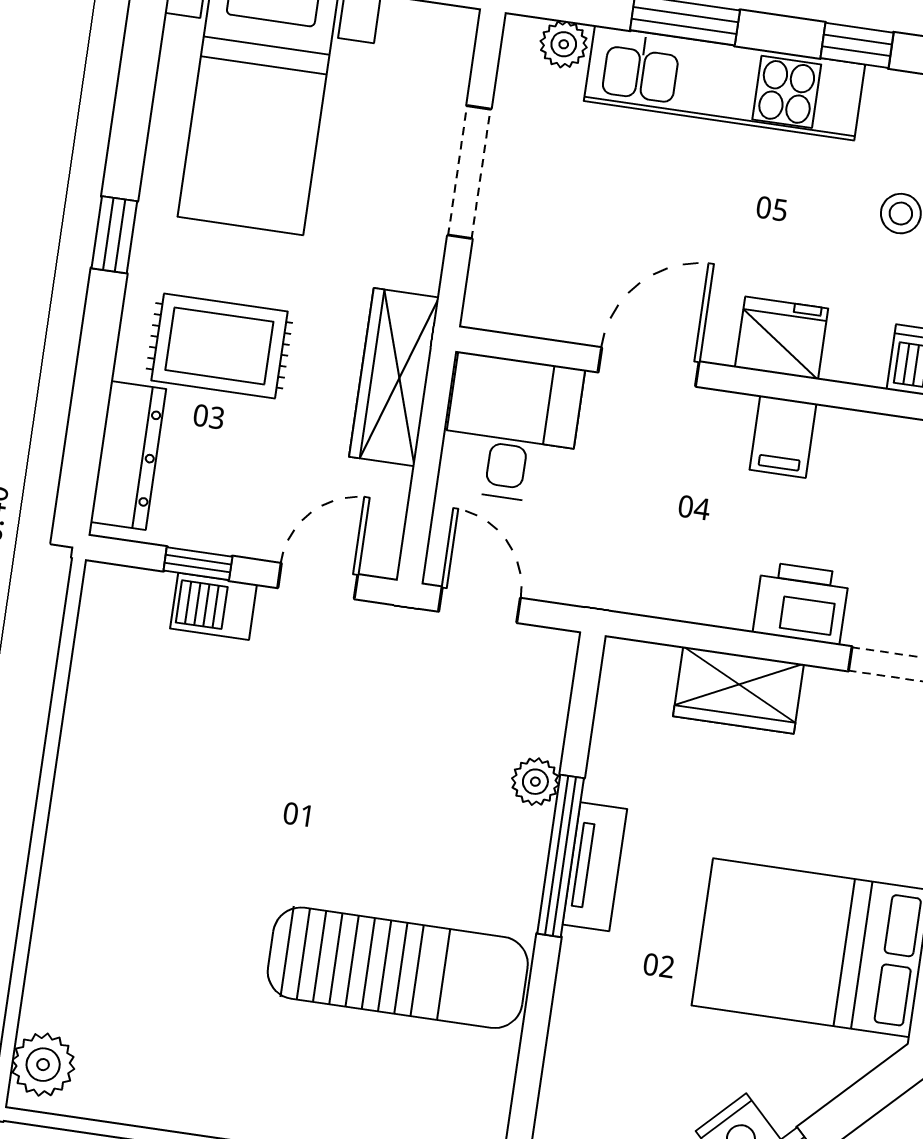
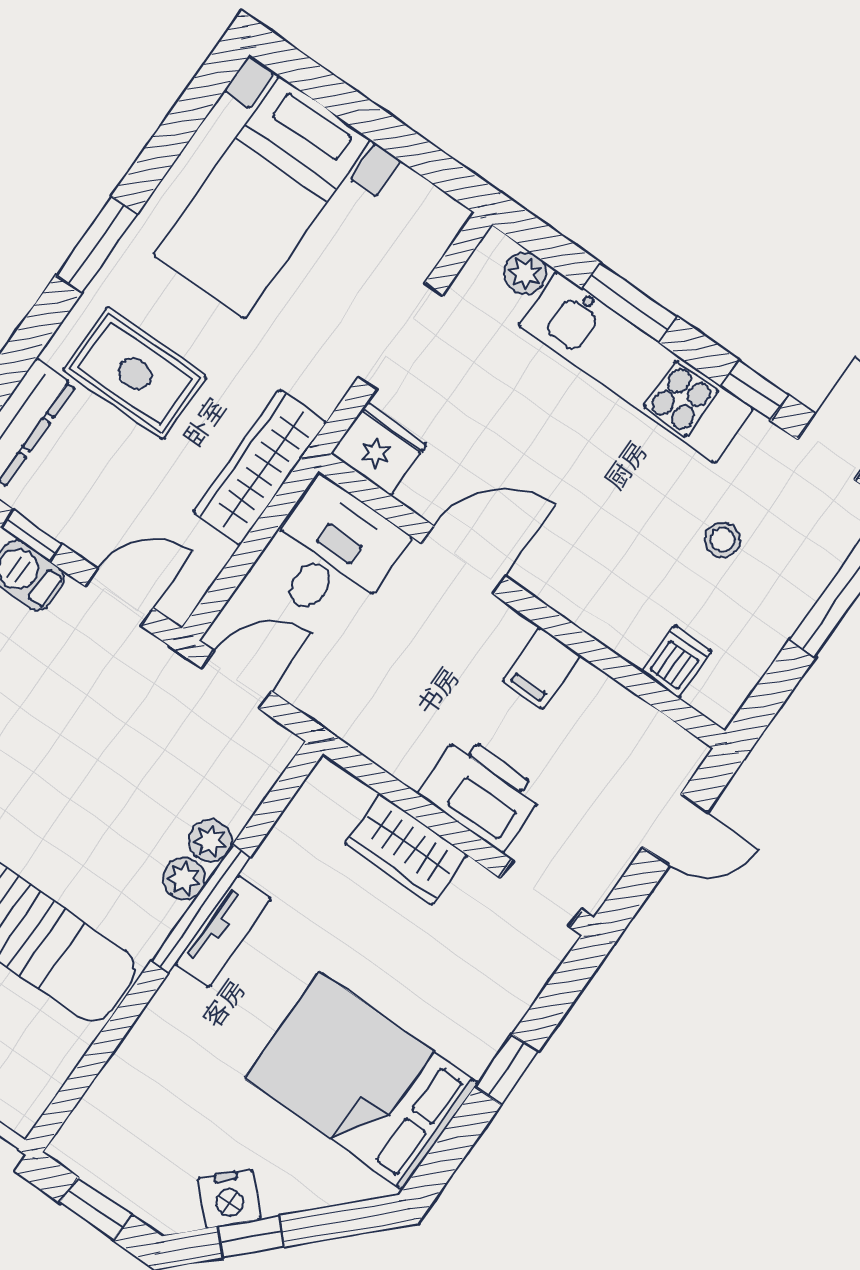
window: (114, 235) -> (97, 244), width x1.50
fridge: (782, 338) -> (379, 449), moved
printer: (801, 603) -> (481, 793), width x1.37, depth x1.19
door: (480, 605) -> (237, 680), hinge flipped
plant: (528, 833) -> (184, 878), added

